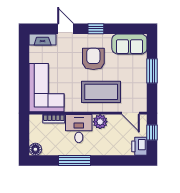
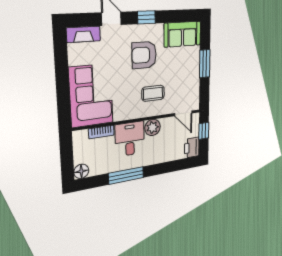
armchair: (93, 59) -> (144, 55), turned -90
coffee table: (101, 92) -> (153, 93), width x0.54, depth x0.58

